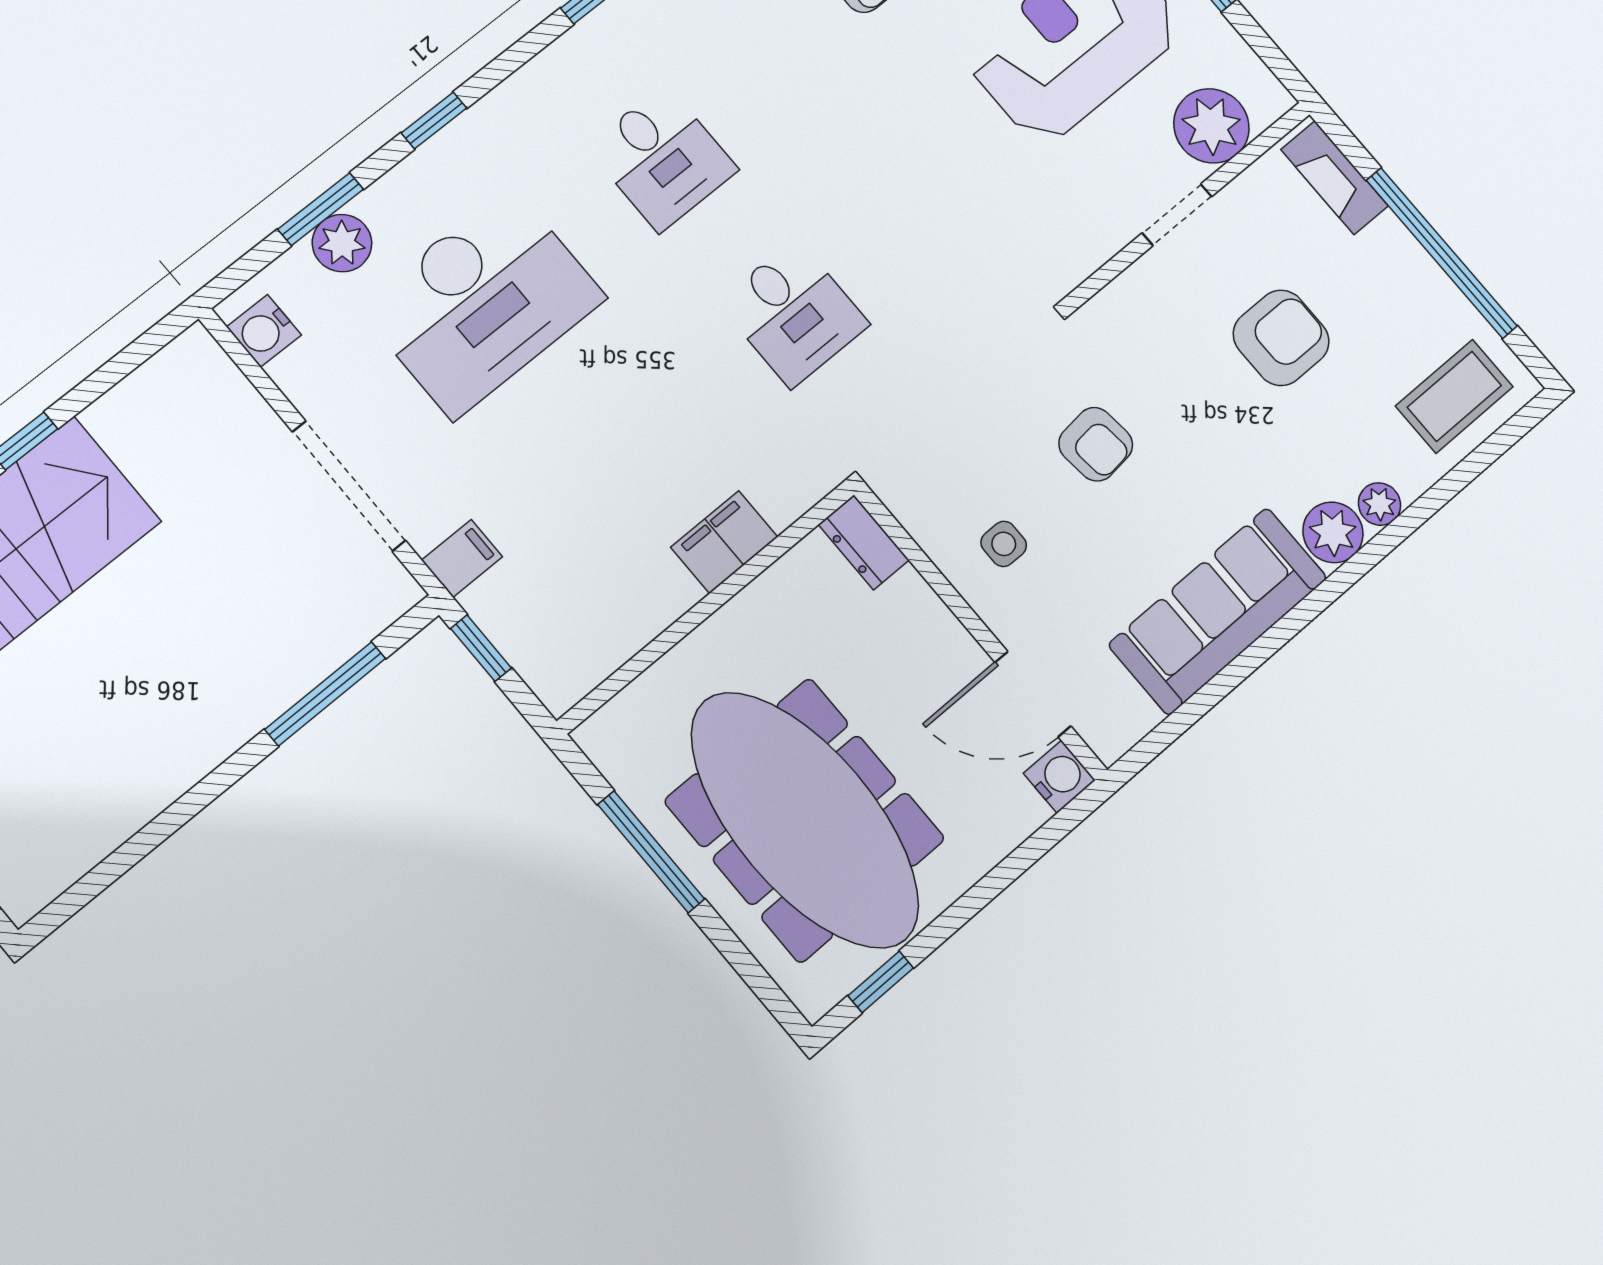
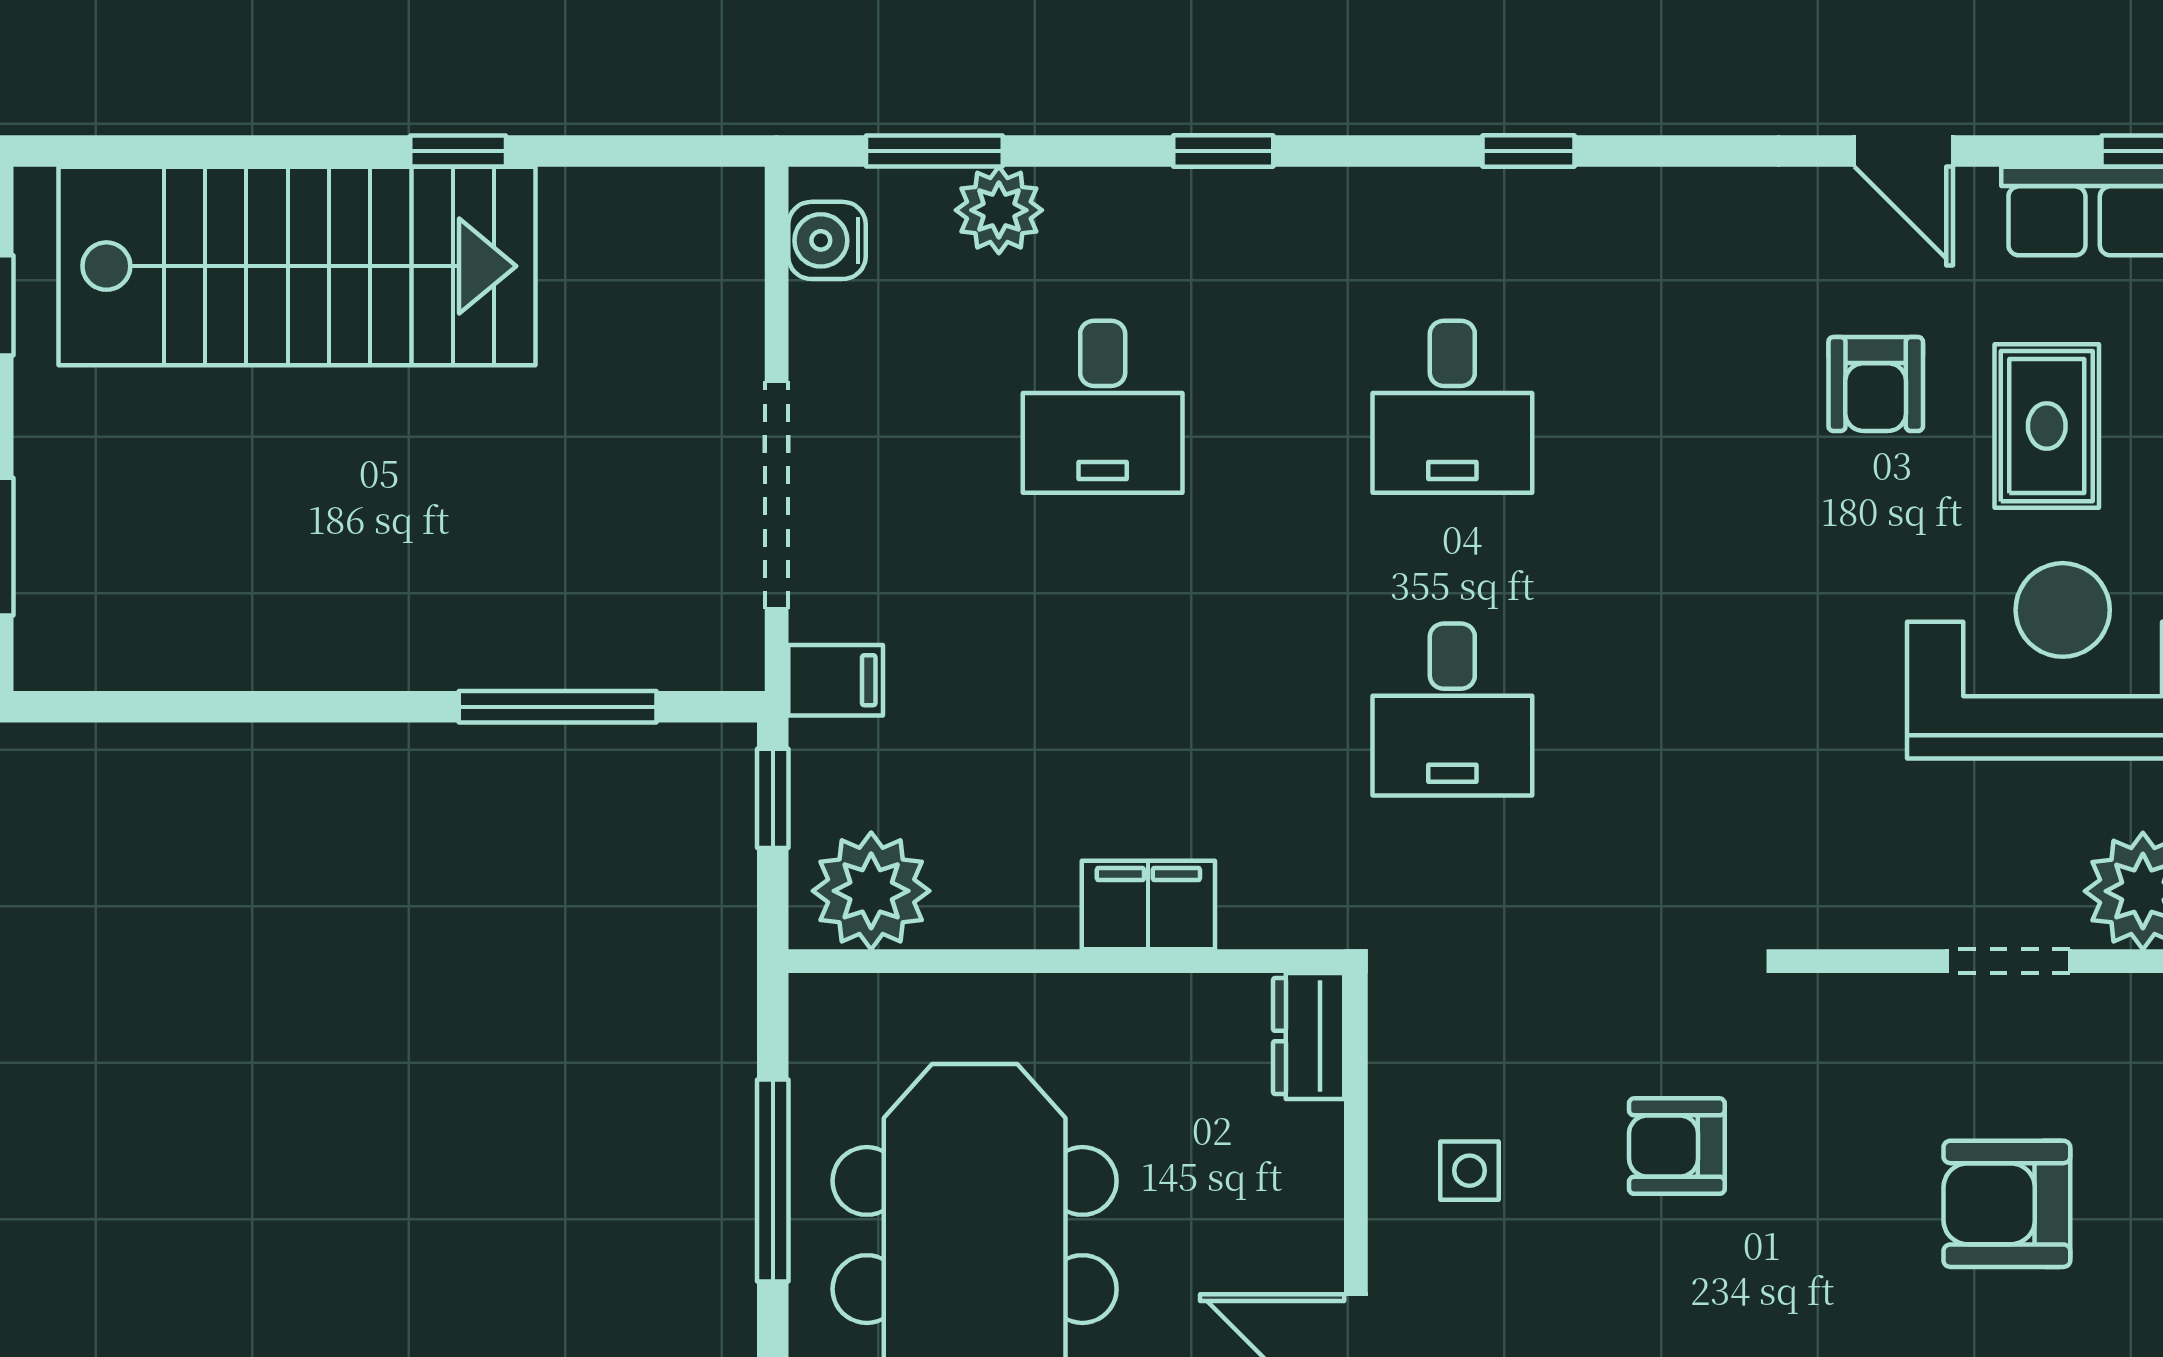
window: (321, 209) -> (934, 151), moved
desk: (482, 302) -> (1103, 407), width x0.53, depth x0.77
armchair: (1281, 338) -> (2007, 1204), turned 180
armchair: (1096, 444) -> (1677, 1146), turned 96
plant: (574, 654) -> (871, 891), added

